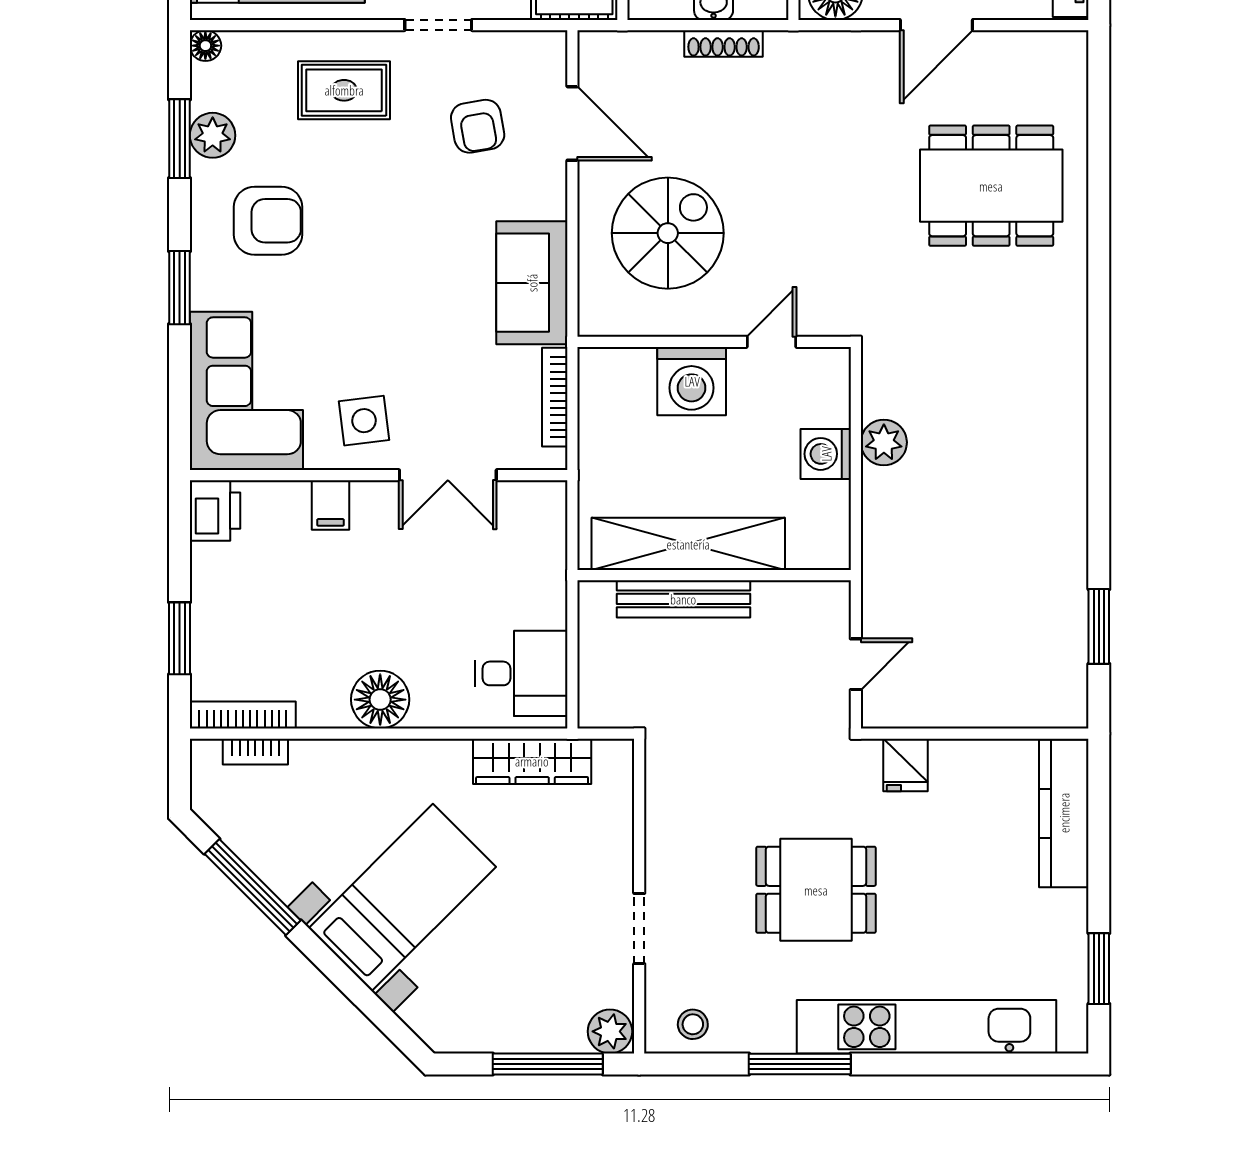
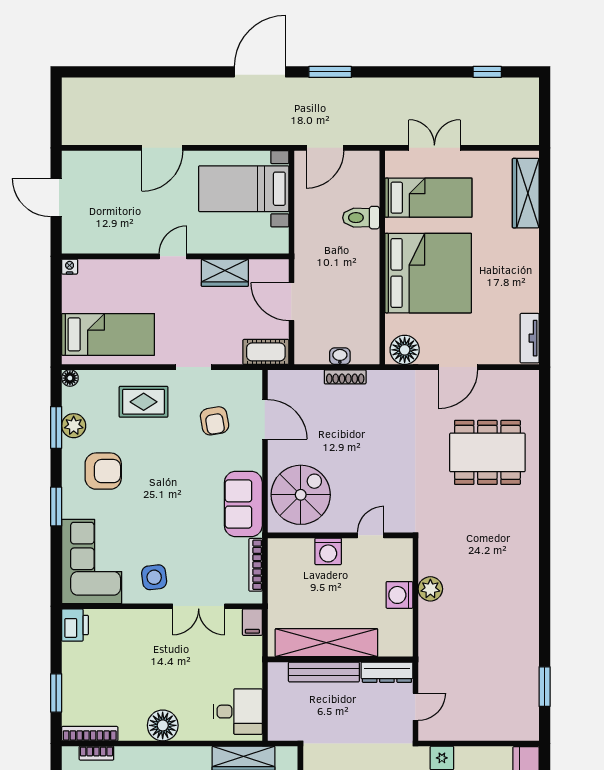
spiral stairs: (668, 233) -> (301, 495), moved
washing machine: (692, 381) -> (328, 551), width x0.73, depth x0.73
filing cabinet: (330, 505) -> (252, 622), moved
dresser: (802, 599) -> (387, 672), added

